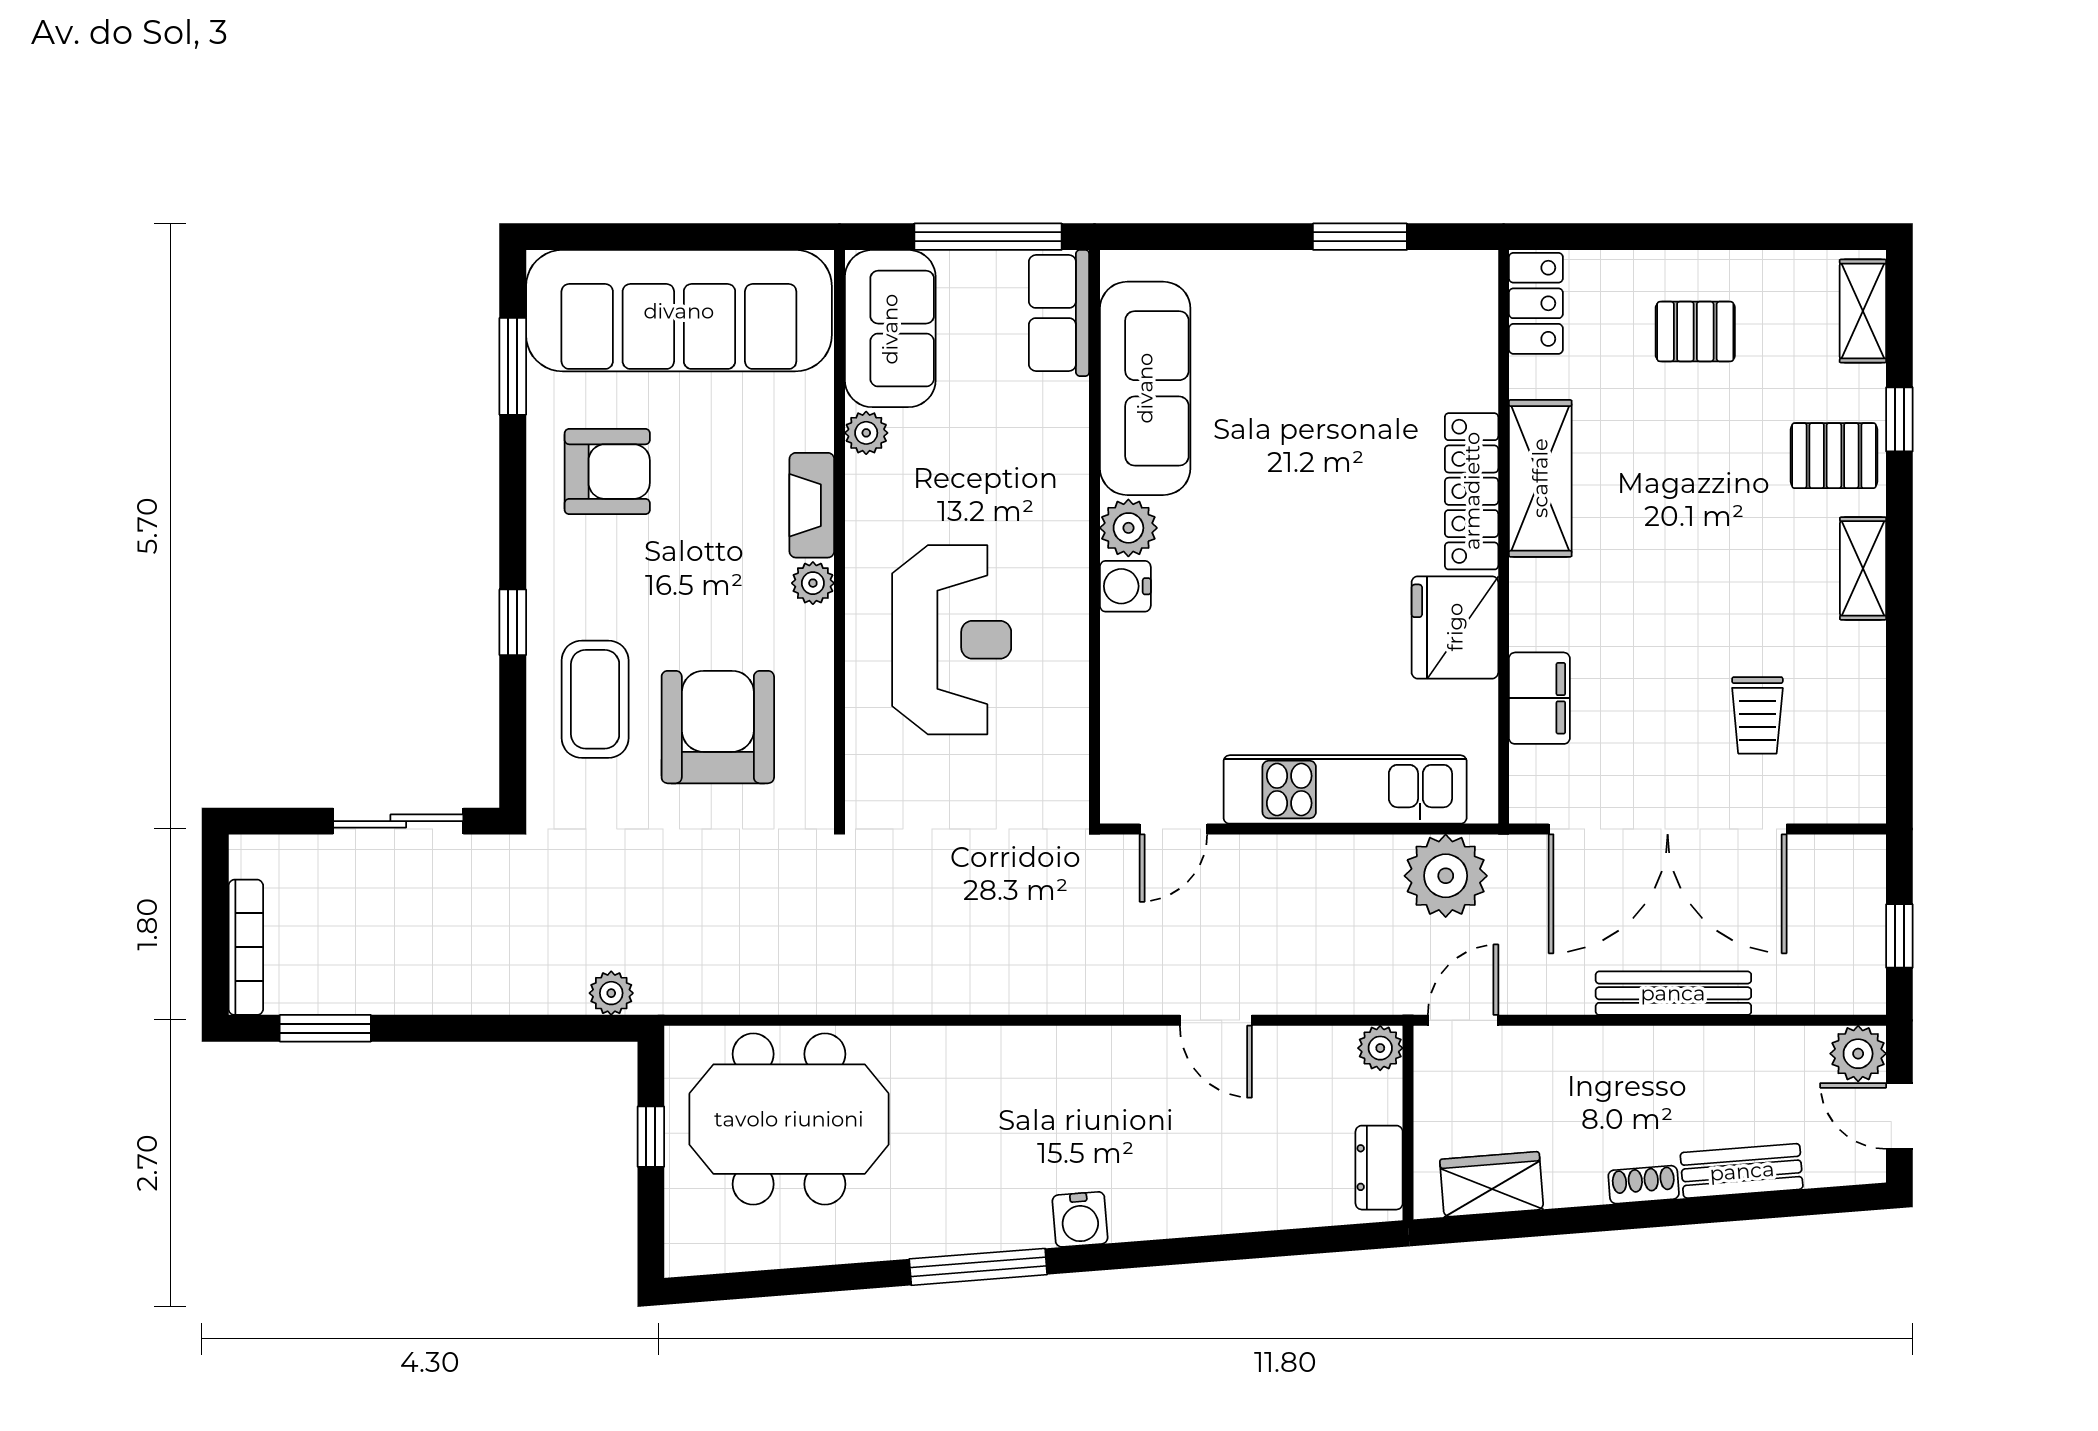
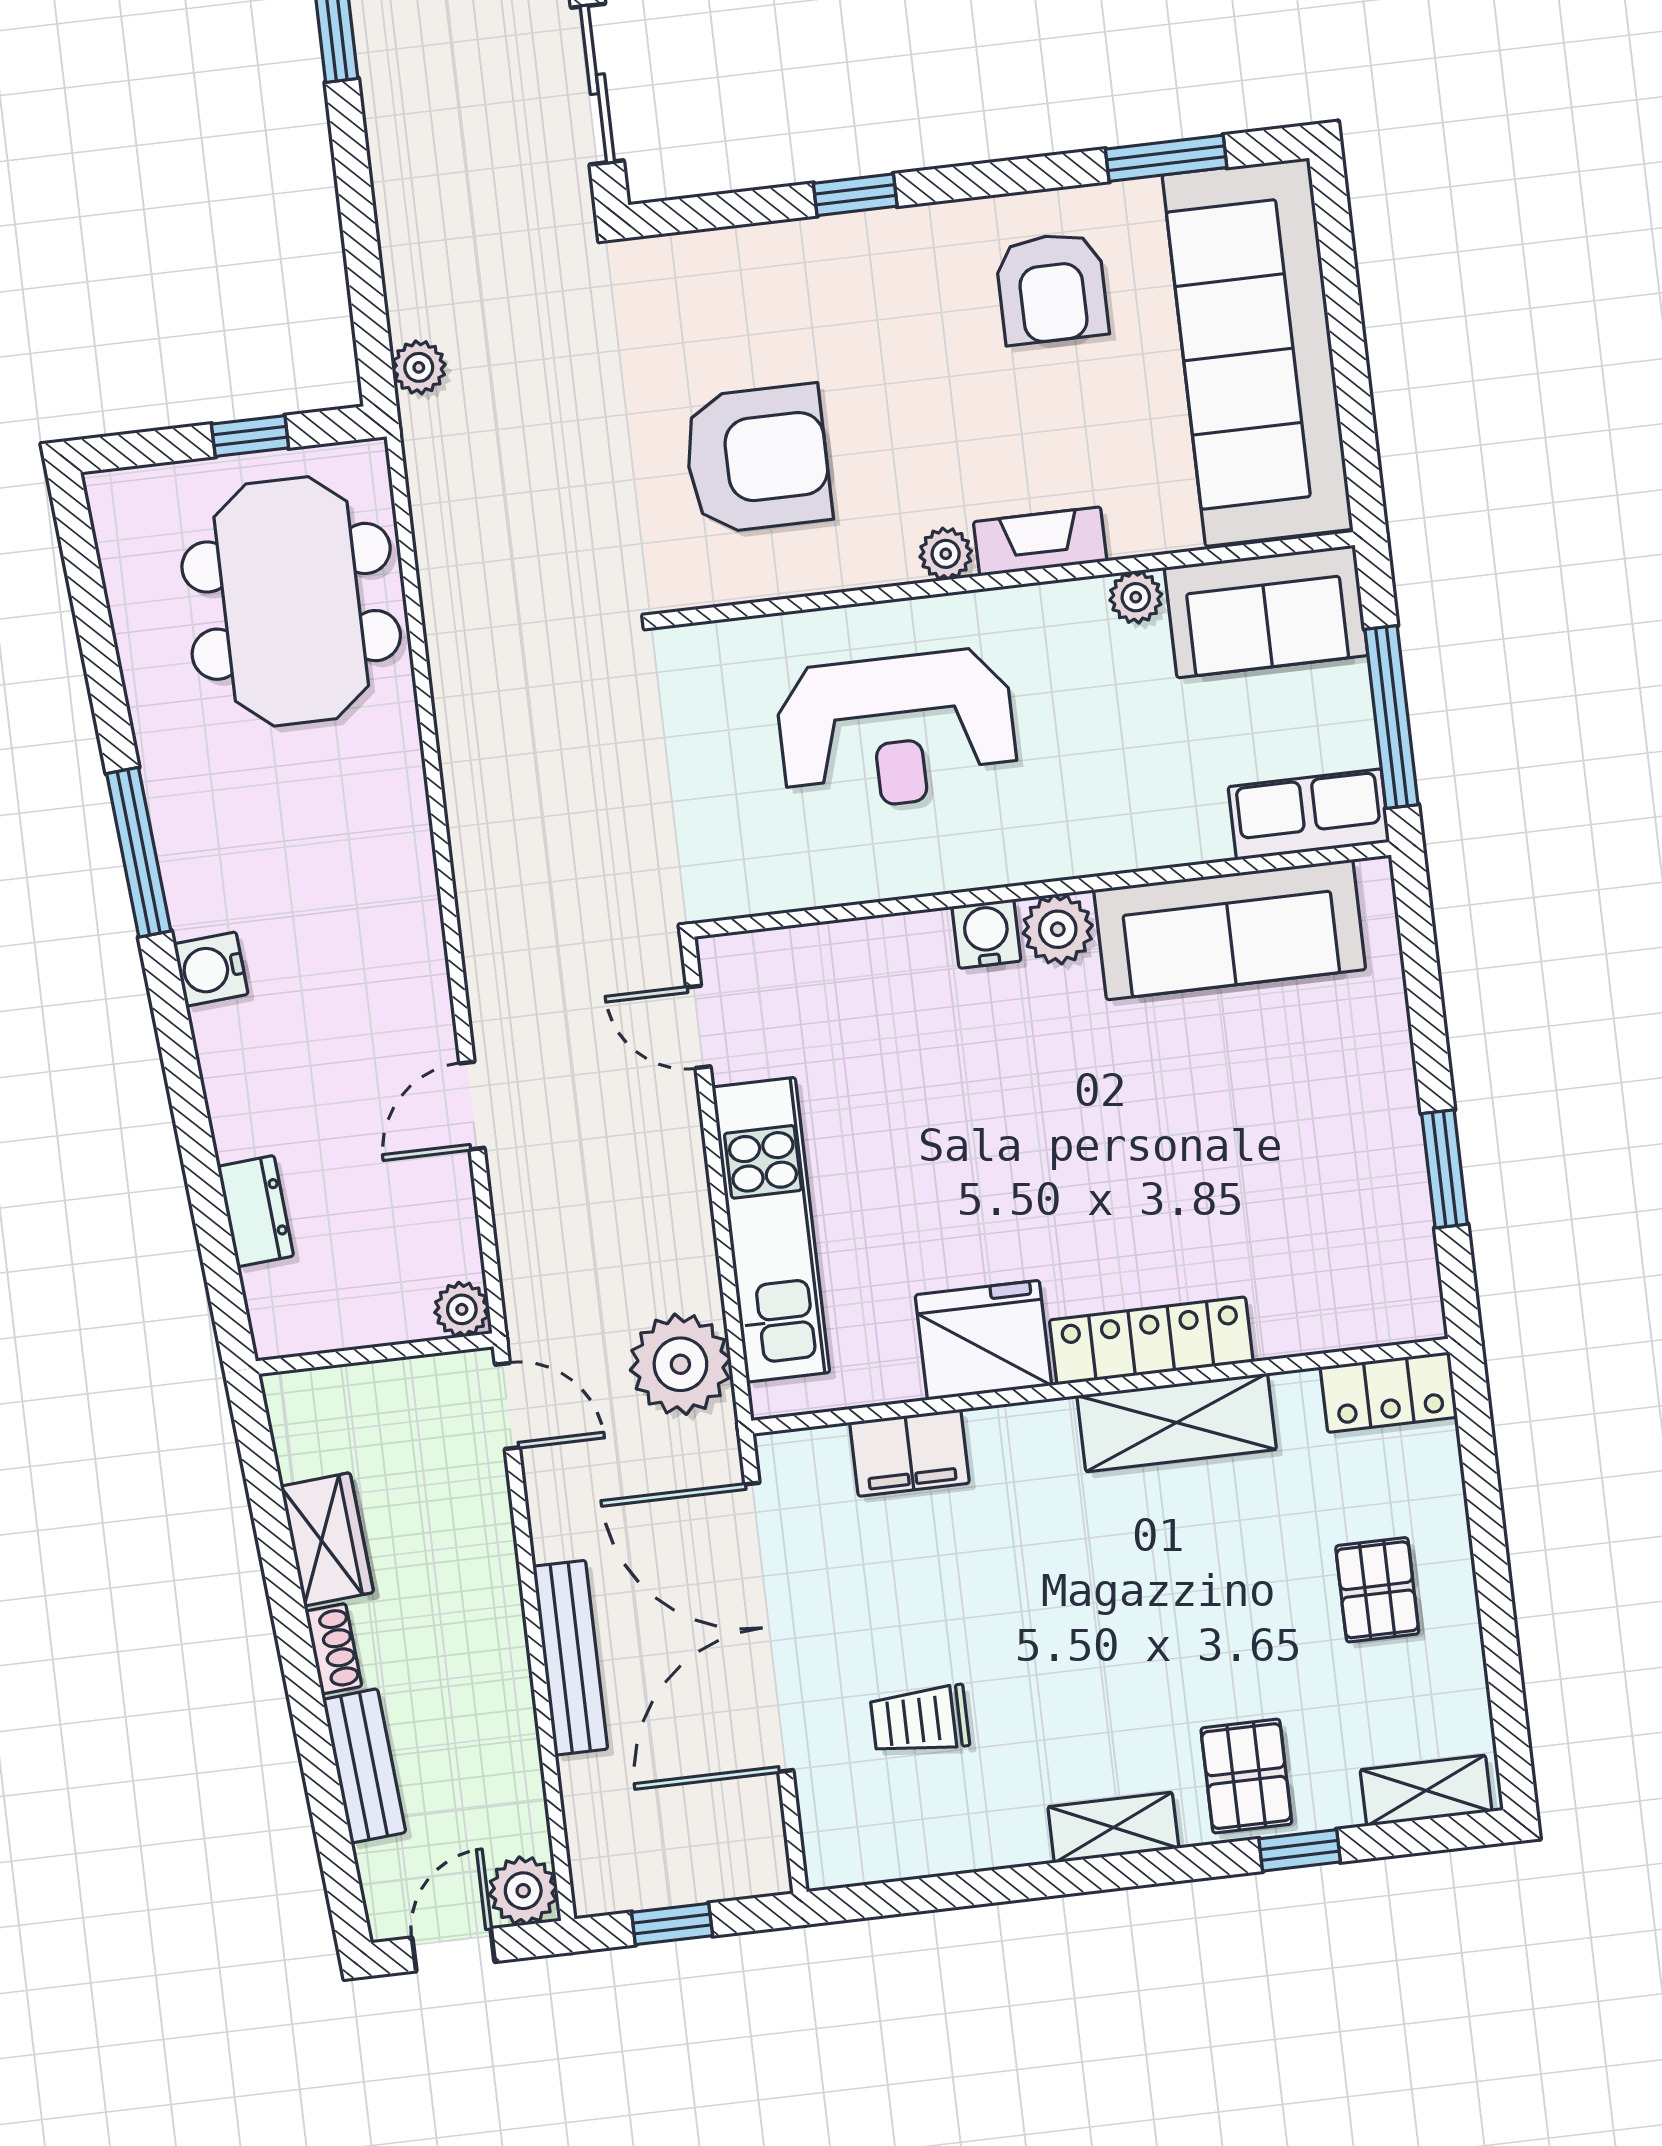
coffee table: (595, 699) -> (773, 306), removed
dresser: (1379, 1168) -> (256, 1211), moved, turned 86
wardrobe: (1492, 1184) -> (327, 1539), moved

